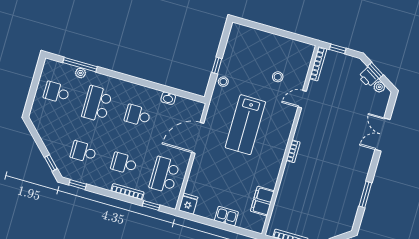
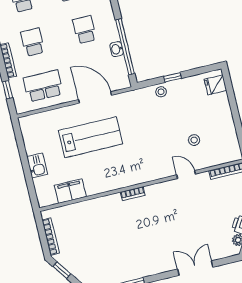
window: (170, 90) -> (125, 47), added
lab bench: (245, 125) -> (91, 137), moved, turned 180
fridge: (188, 204) -> (215, 85), moved, turned 180

